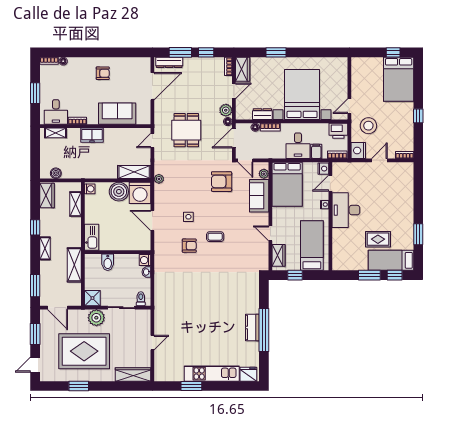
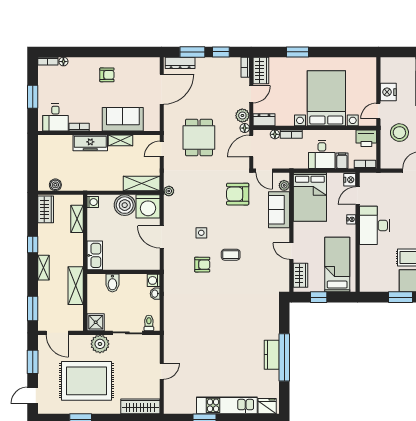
dresser: (262, 114) -> (264, 120), moved
shelving: (56, 133) -> (121, 140), moved
freezer: (92, 135) -> (90, 143), width x1.40
nightstand: (358, 150) -> (388, 92), moved

